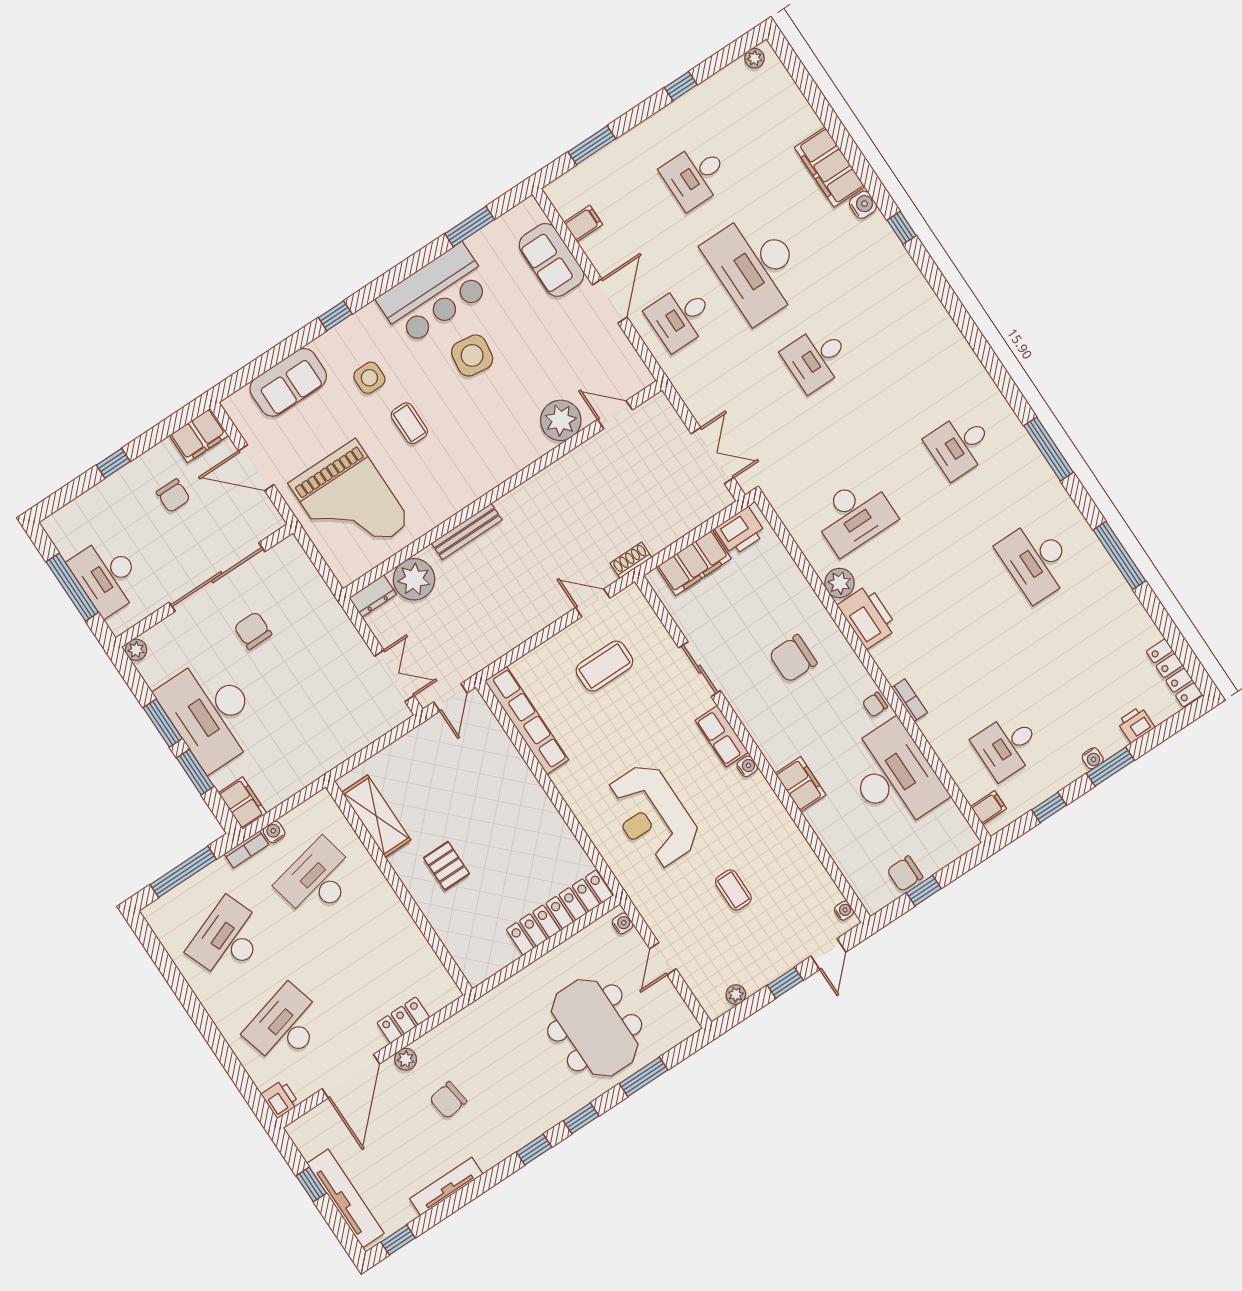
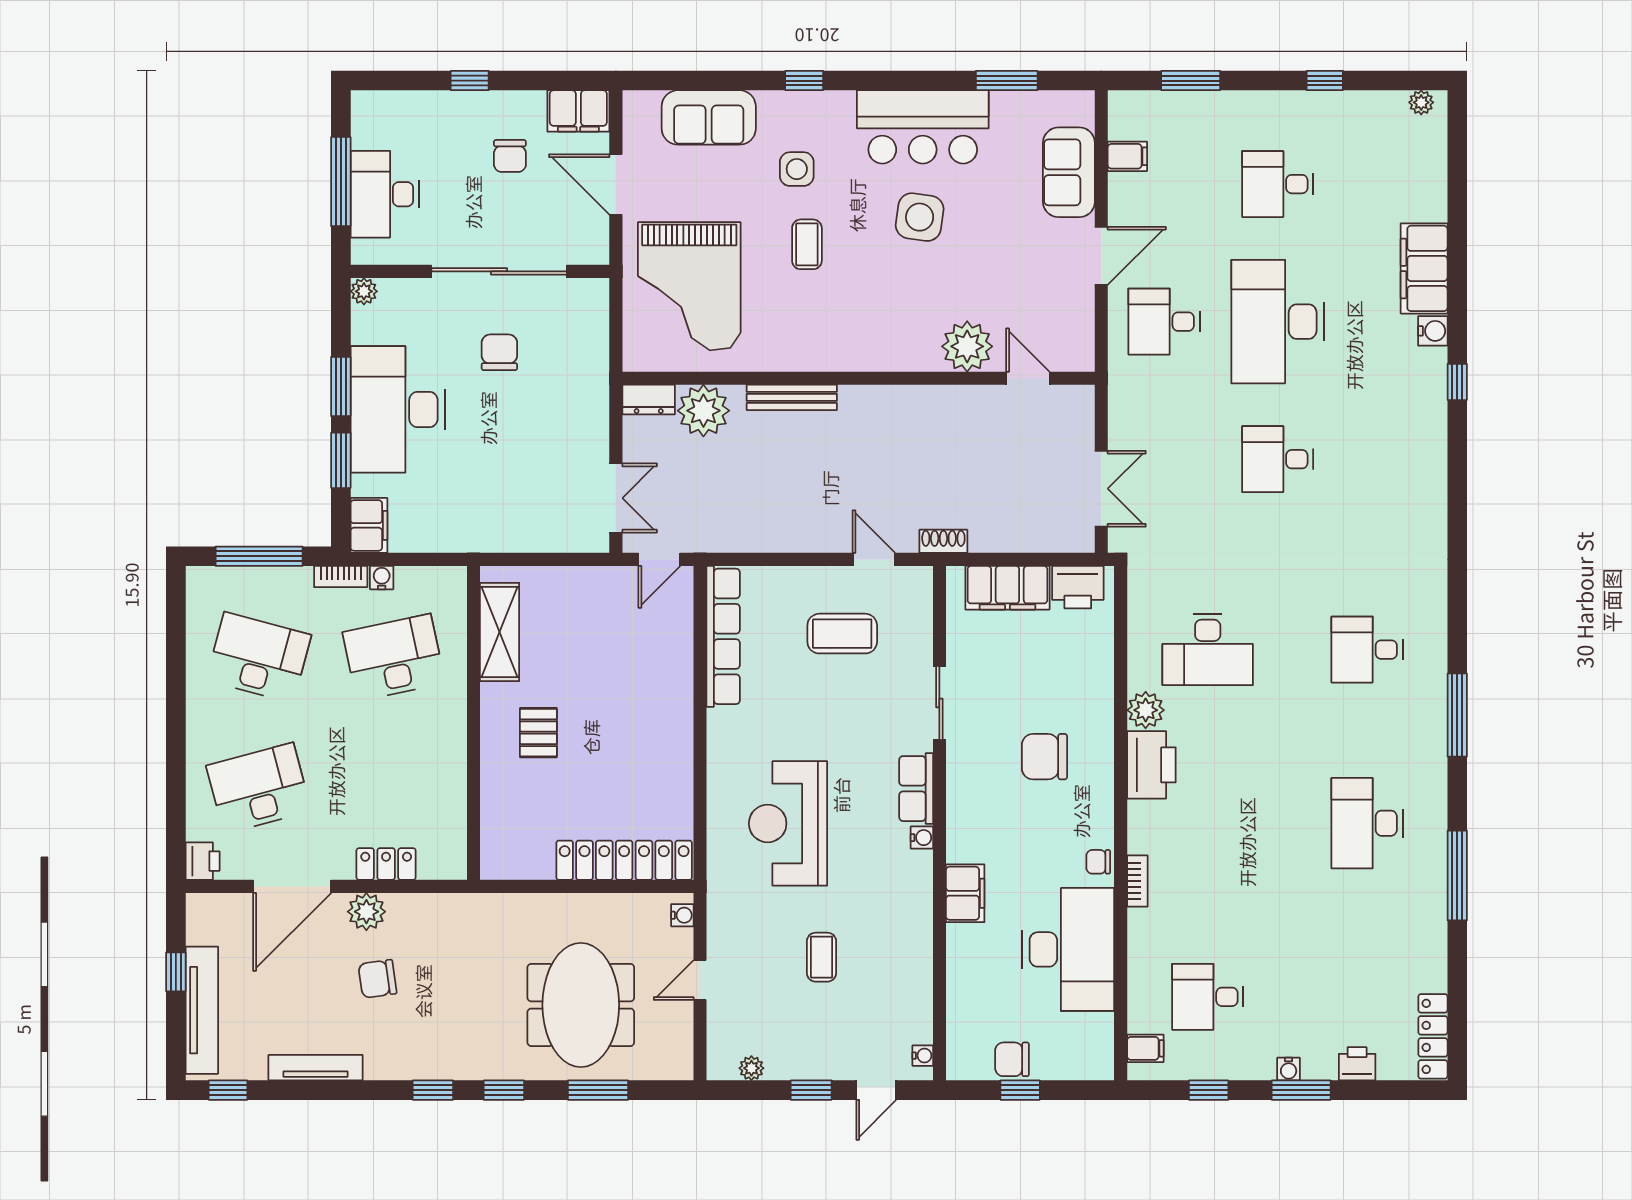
desk: (228, 939) -> (259, 658), turned 36
plant: (406, 1059) -> (366, 912), width x1.38, depth x1.38

